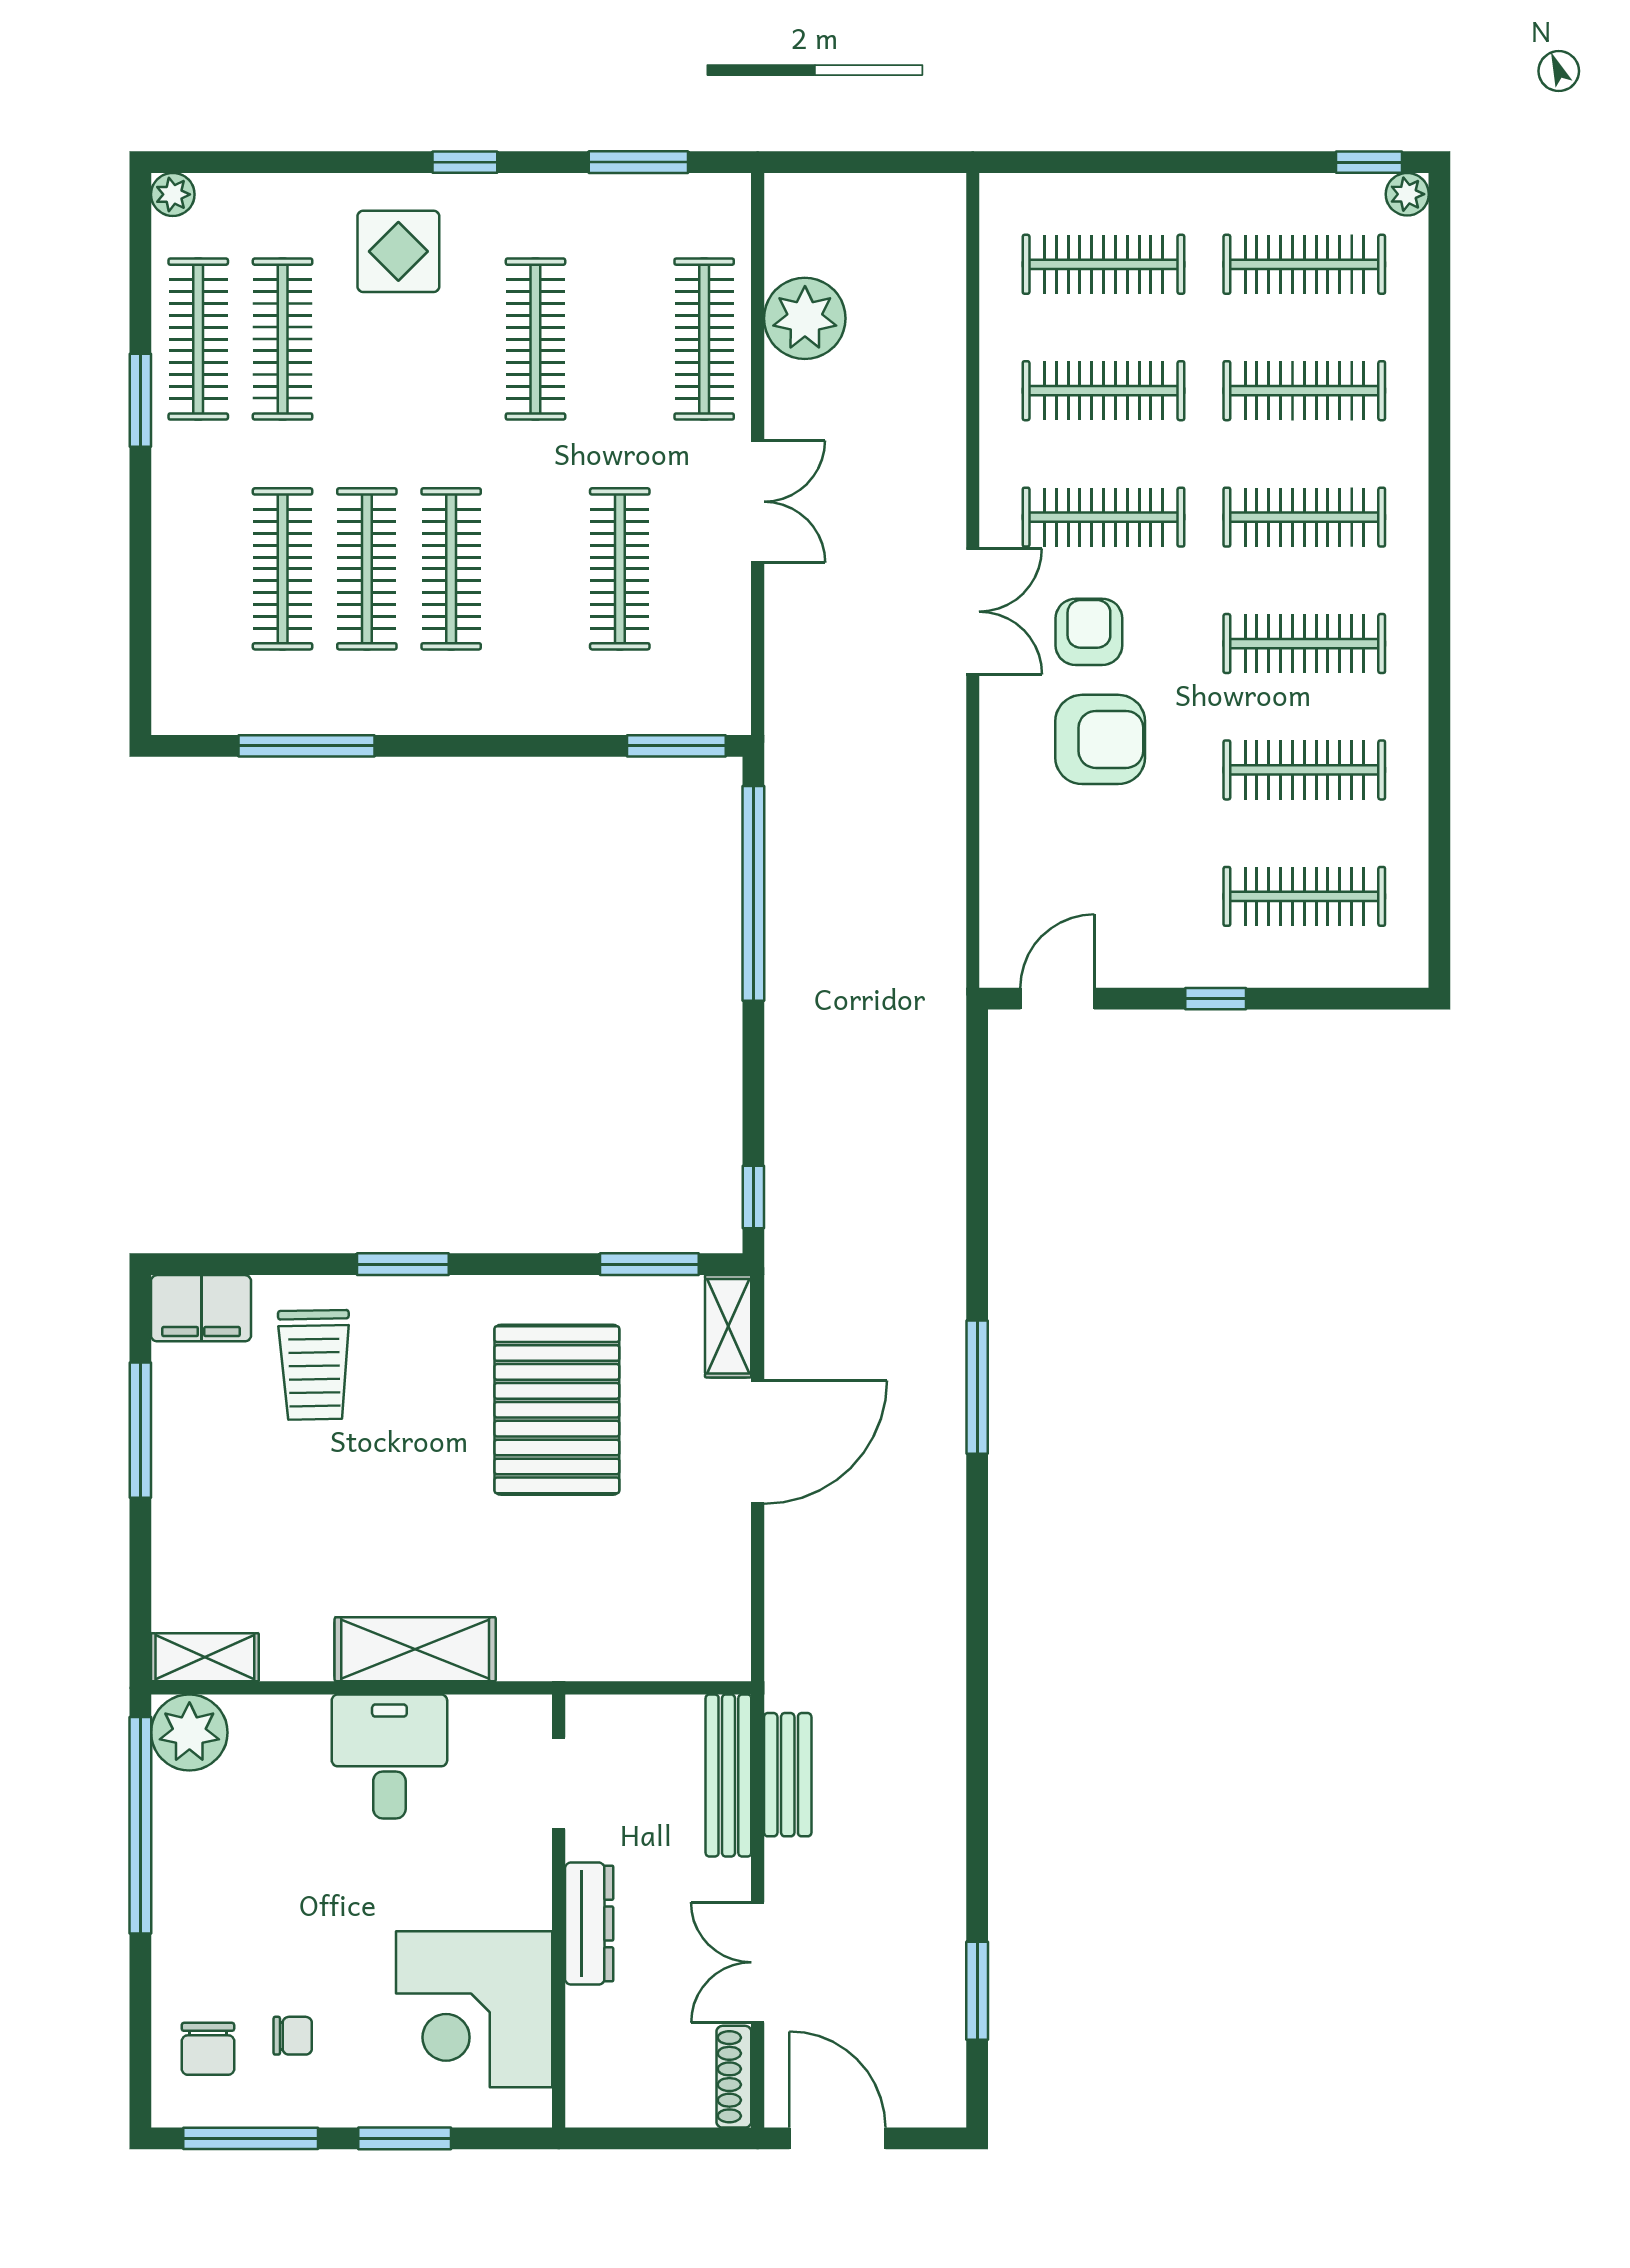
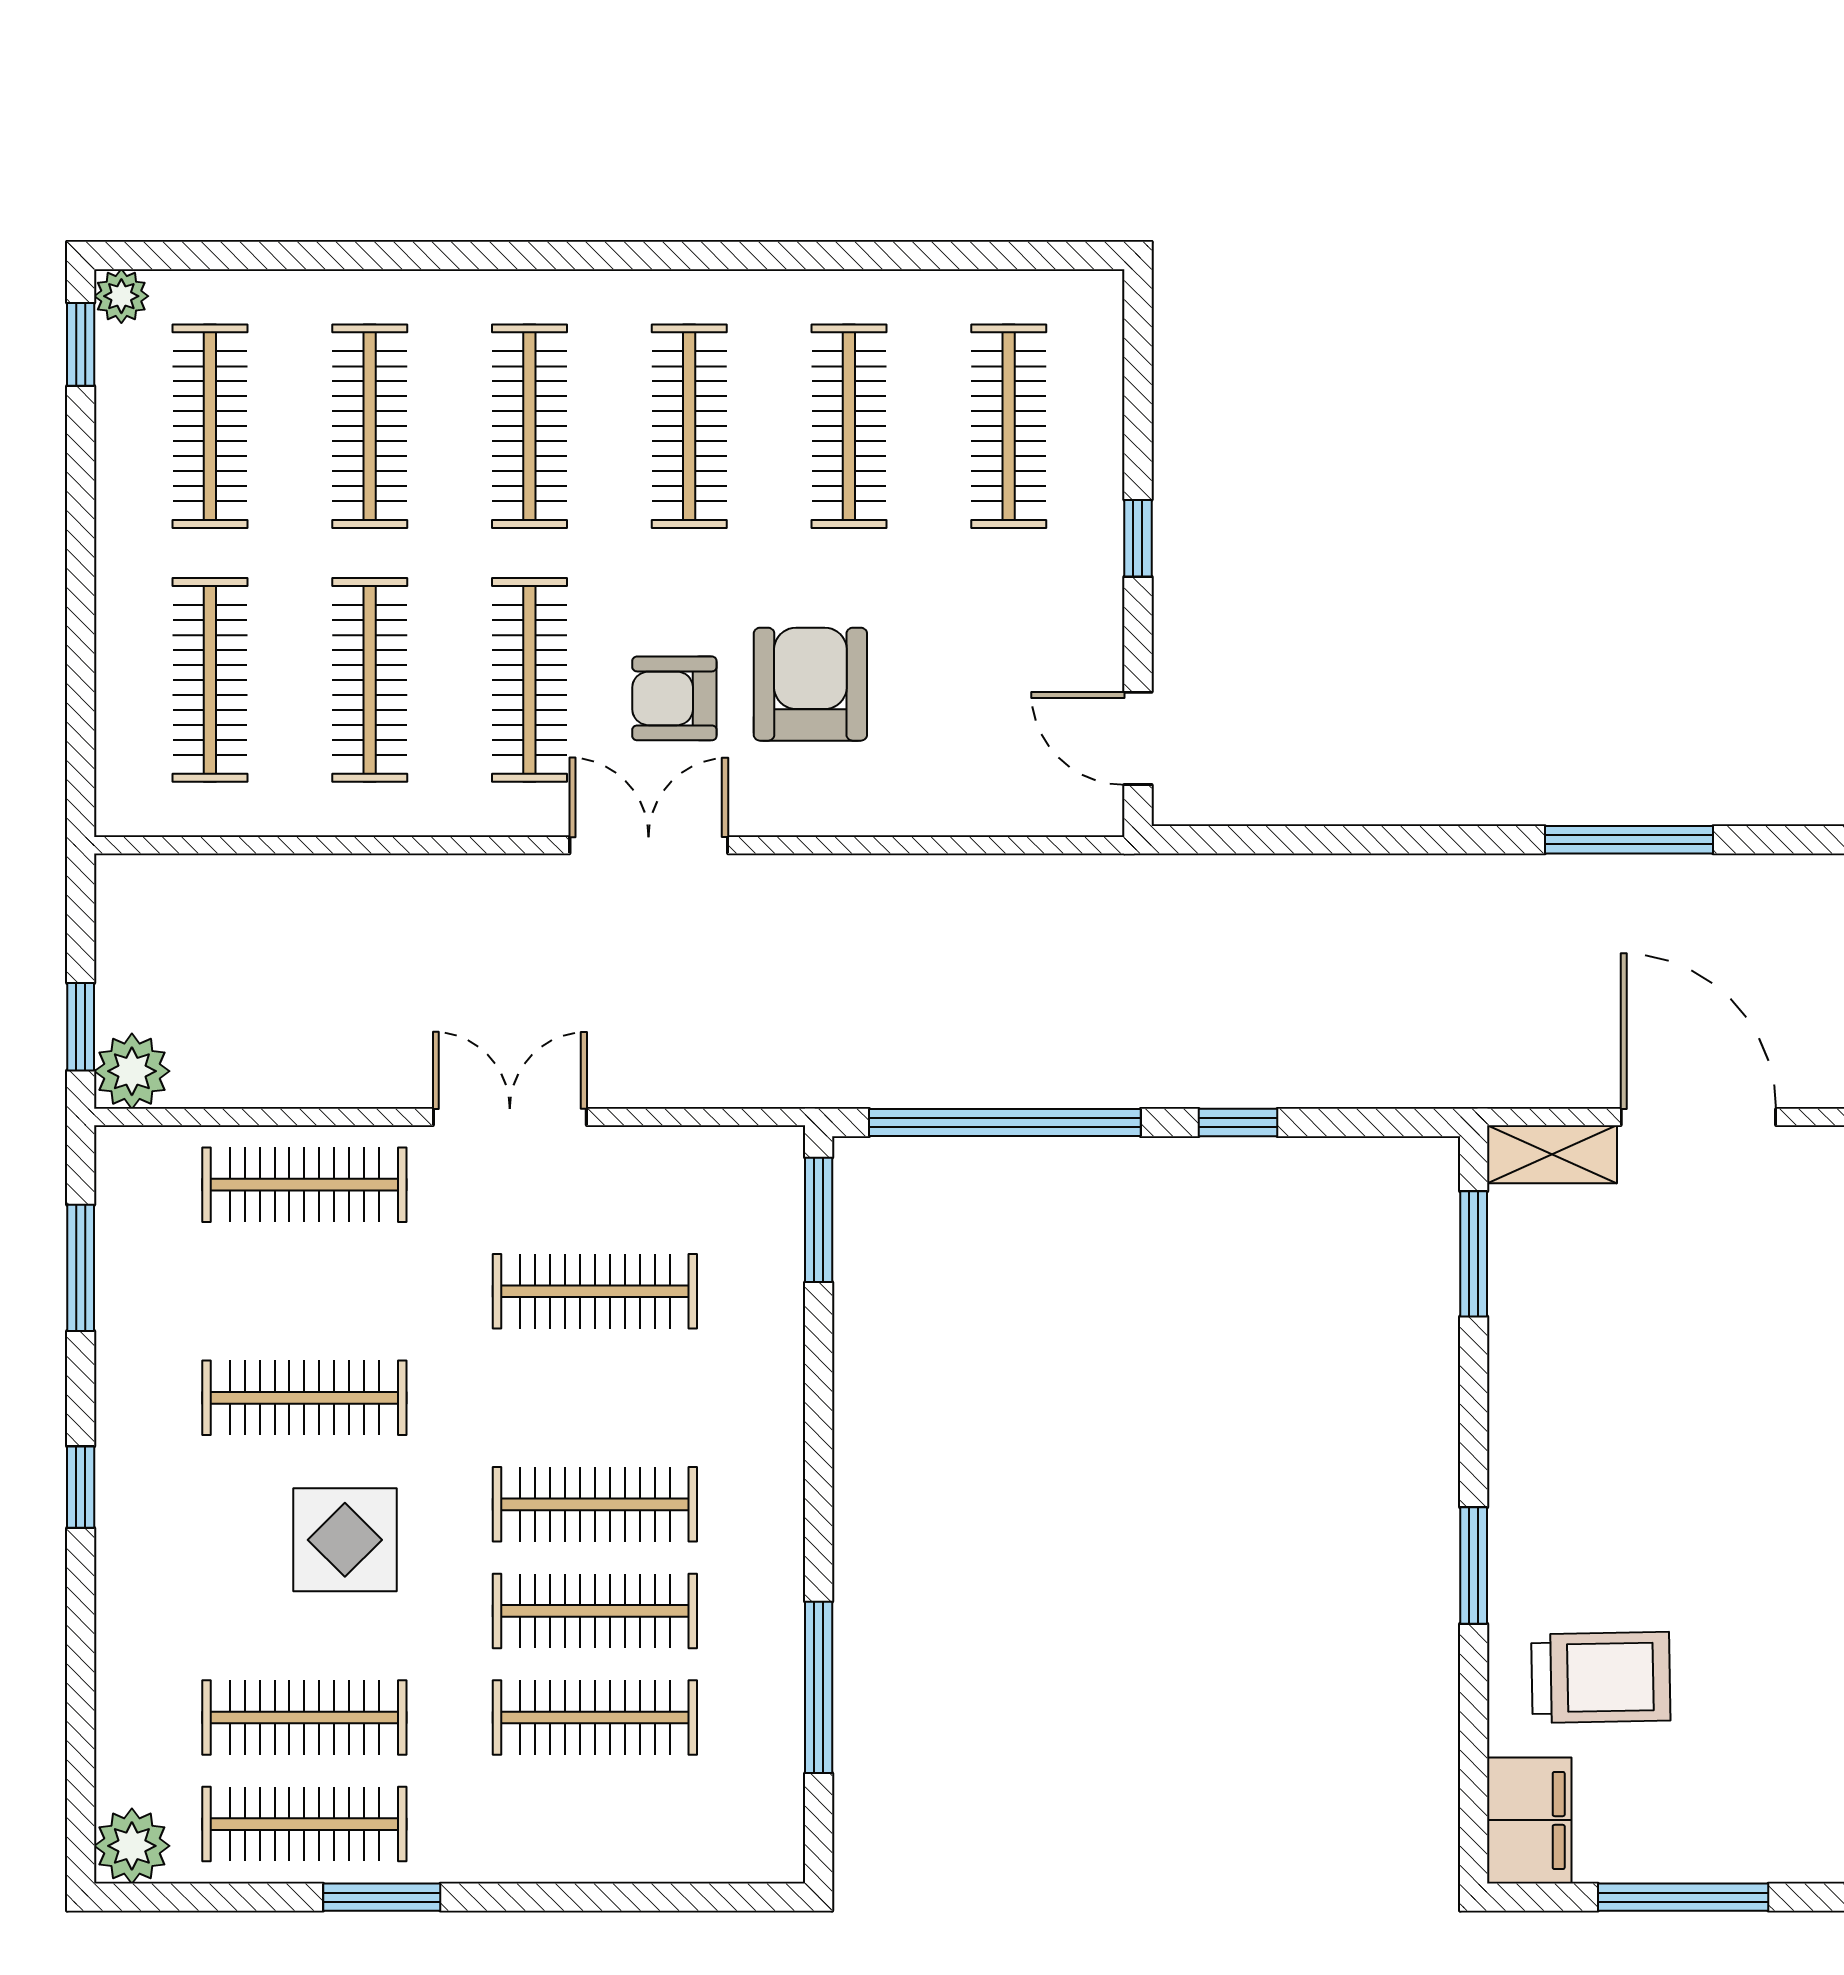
window: (829, 162) -> (81, 1027), added
plant: (173, 194) -> (132, 1846), width x1.38, depth x1.38
display table: (398, 251) -> (345, 1540), moved
plant: (805, 318) -> (132, 1071), moved, width x0.73, depth x0.73
window: (753, 1197) -> (1238, 1122), moved
pallet: (557, 1410) -> (1658, 1371), removed

